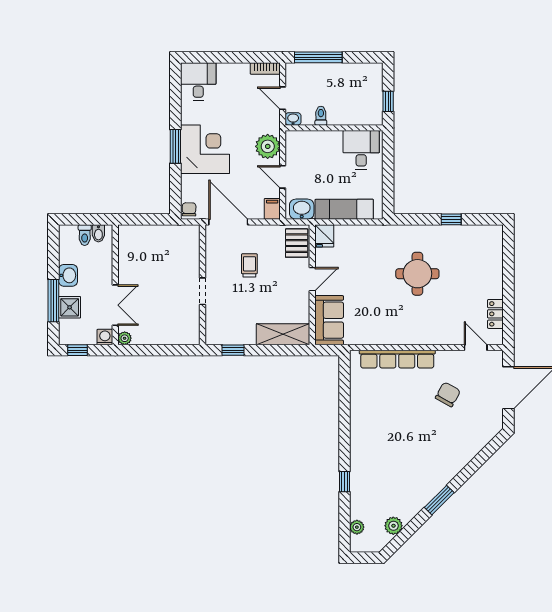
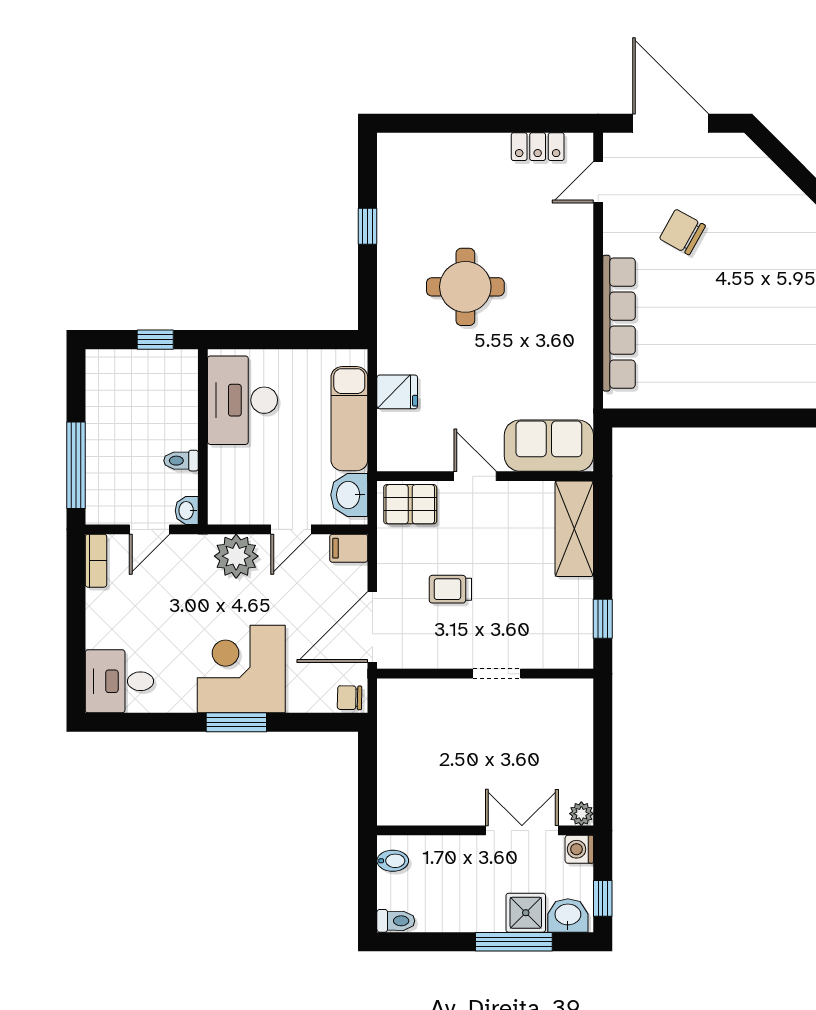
desk: (361, 150) -> (243, 400), width x1.37
toilet: (85, 235) -> (396, 921), moved
fridge: (324, 236) -> (397, 392), moved
washbasin: (68, 275) -> (568, 915), moved

